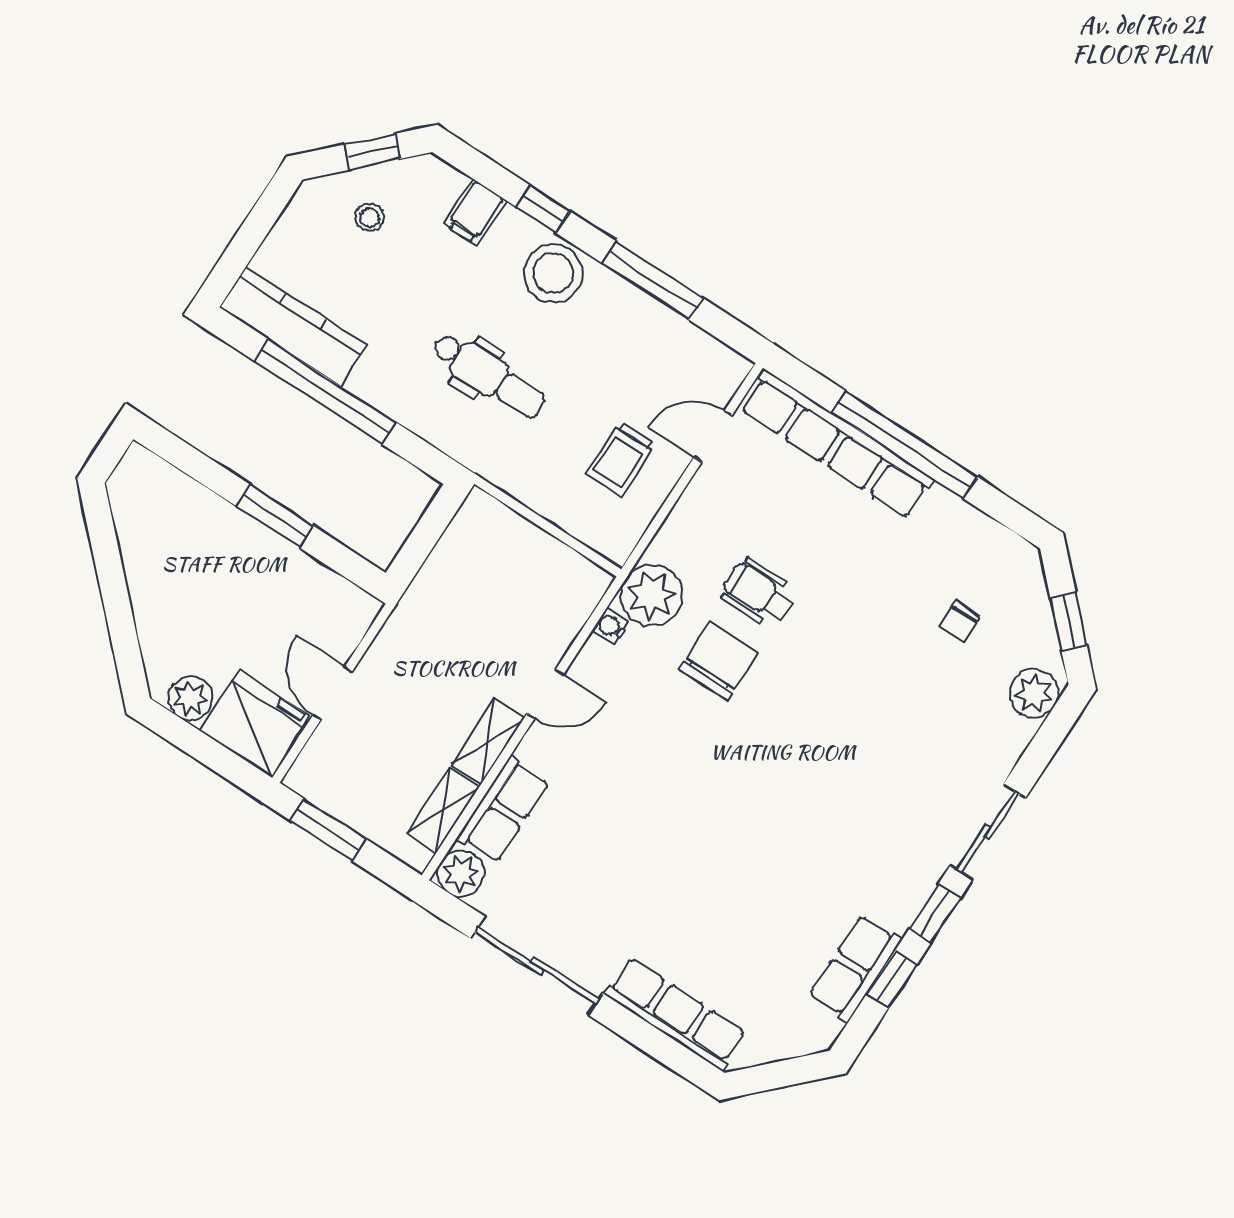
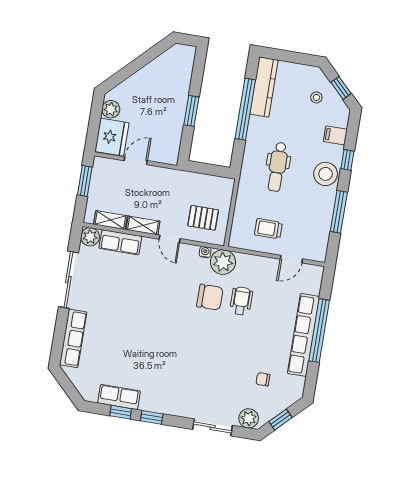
door: (713, 436) -> (291, 259), swing flipped
row of seats: (837, 444) -> (303, 335), moved
pallet: (531, 596) -> (203, 218), added
sliding door: (988, 832) -> (212, 427), moved

